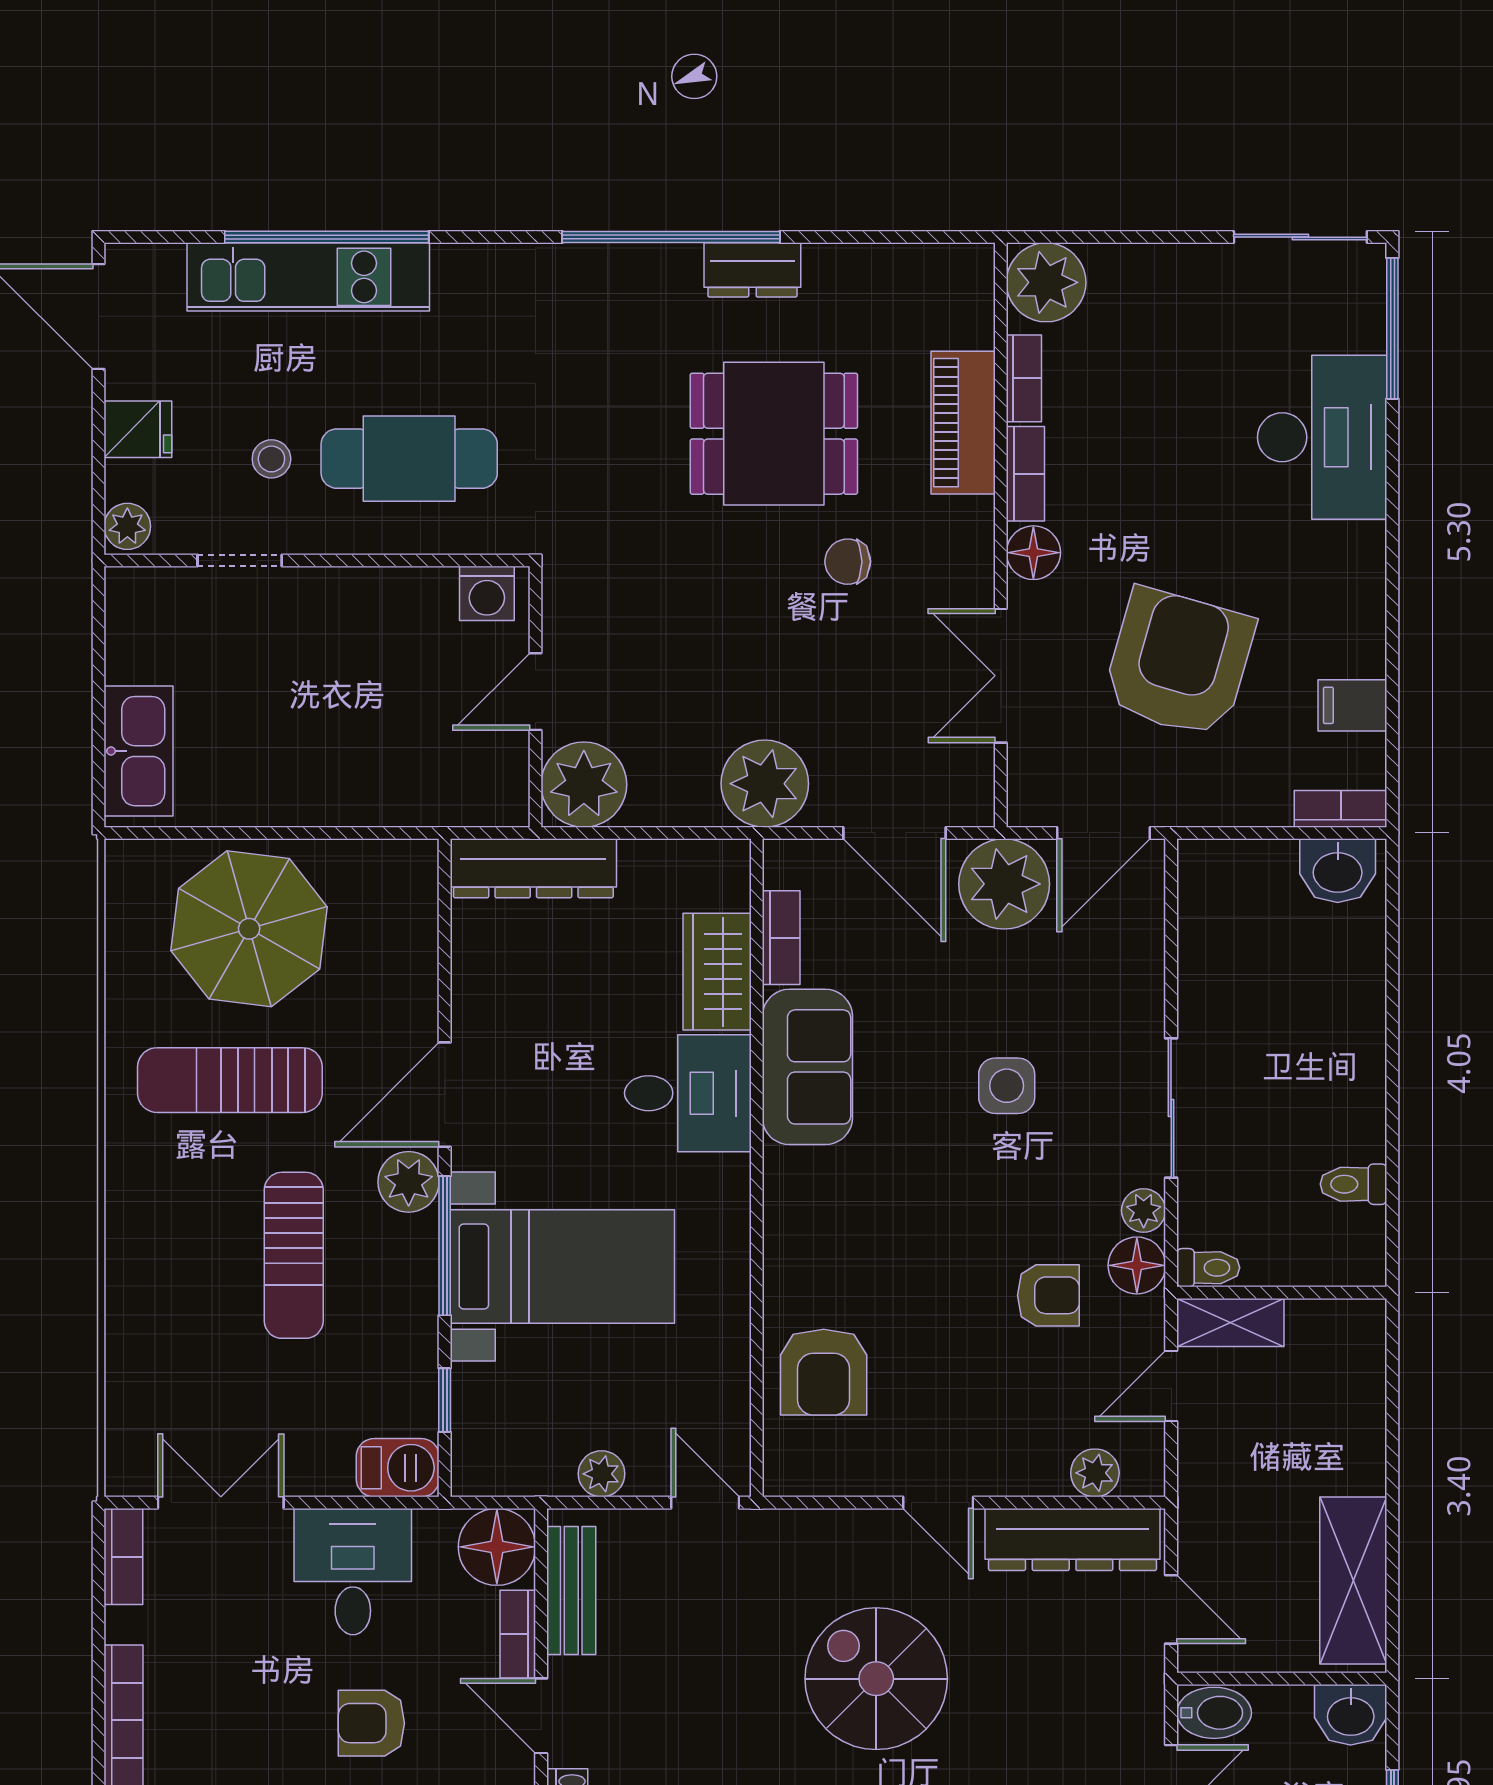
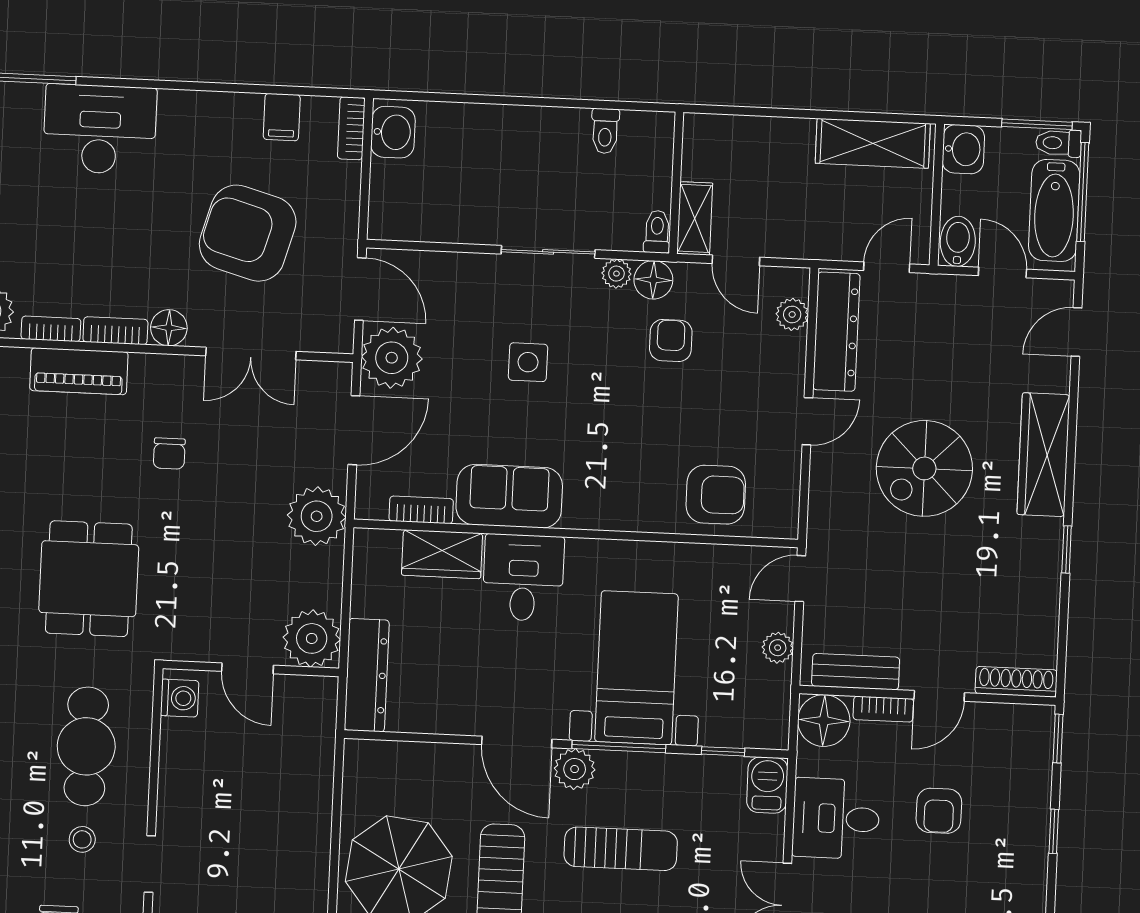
dining table: (774, 434) -> (89, 579), moved

